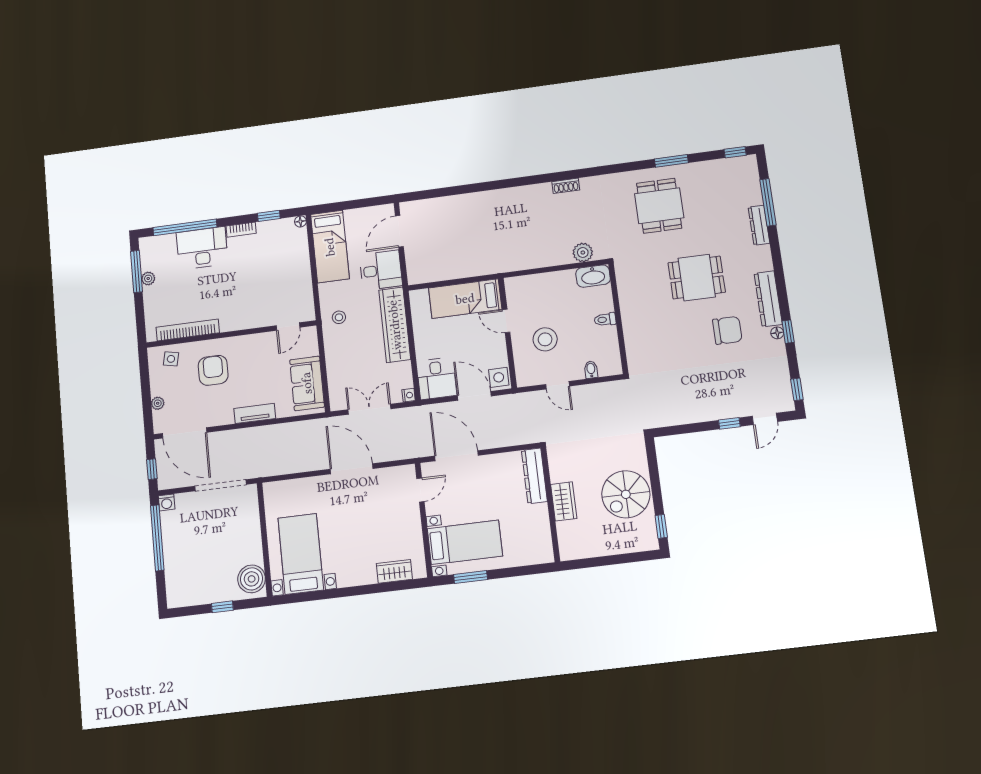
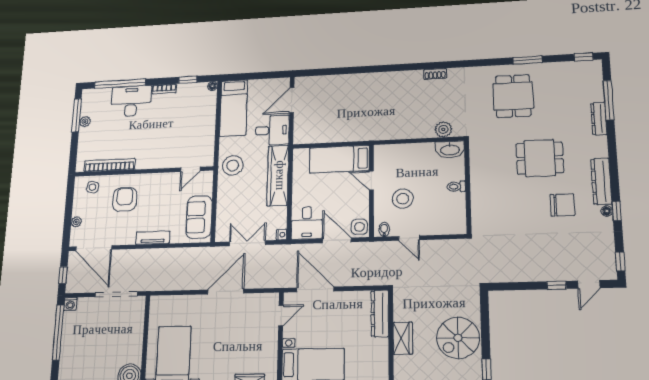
stool: (339, 317) -> (233, 165), width x1.89, depth x1.89
bidet: (591, 370) -> (384, 229), moved
door: (352, 469) -> (226, 292), hinge flipped

